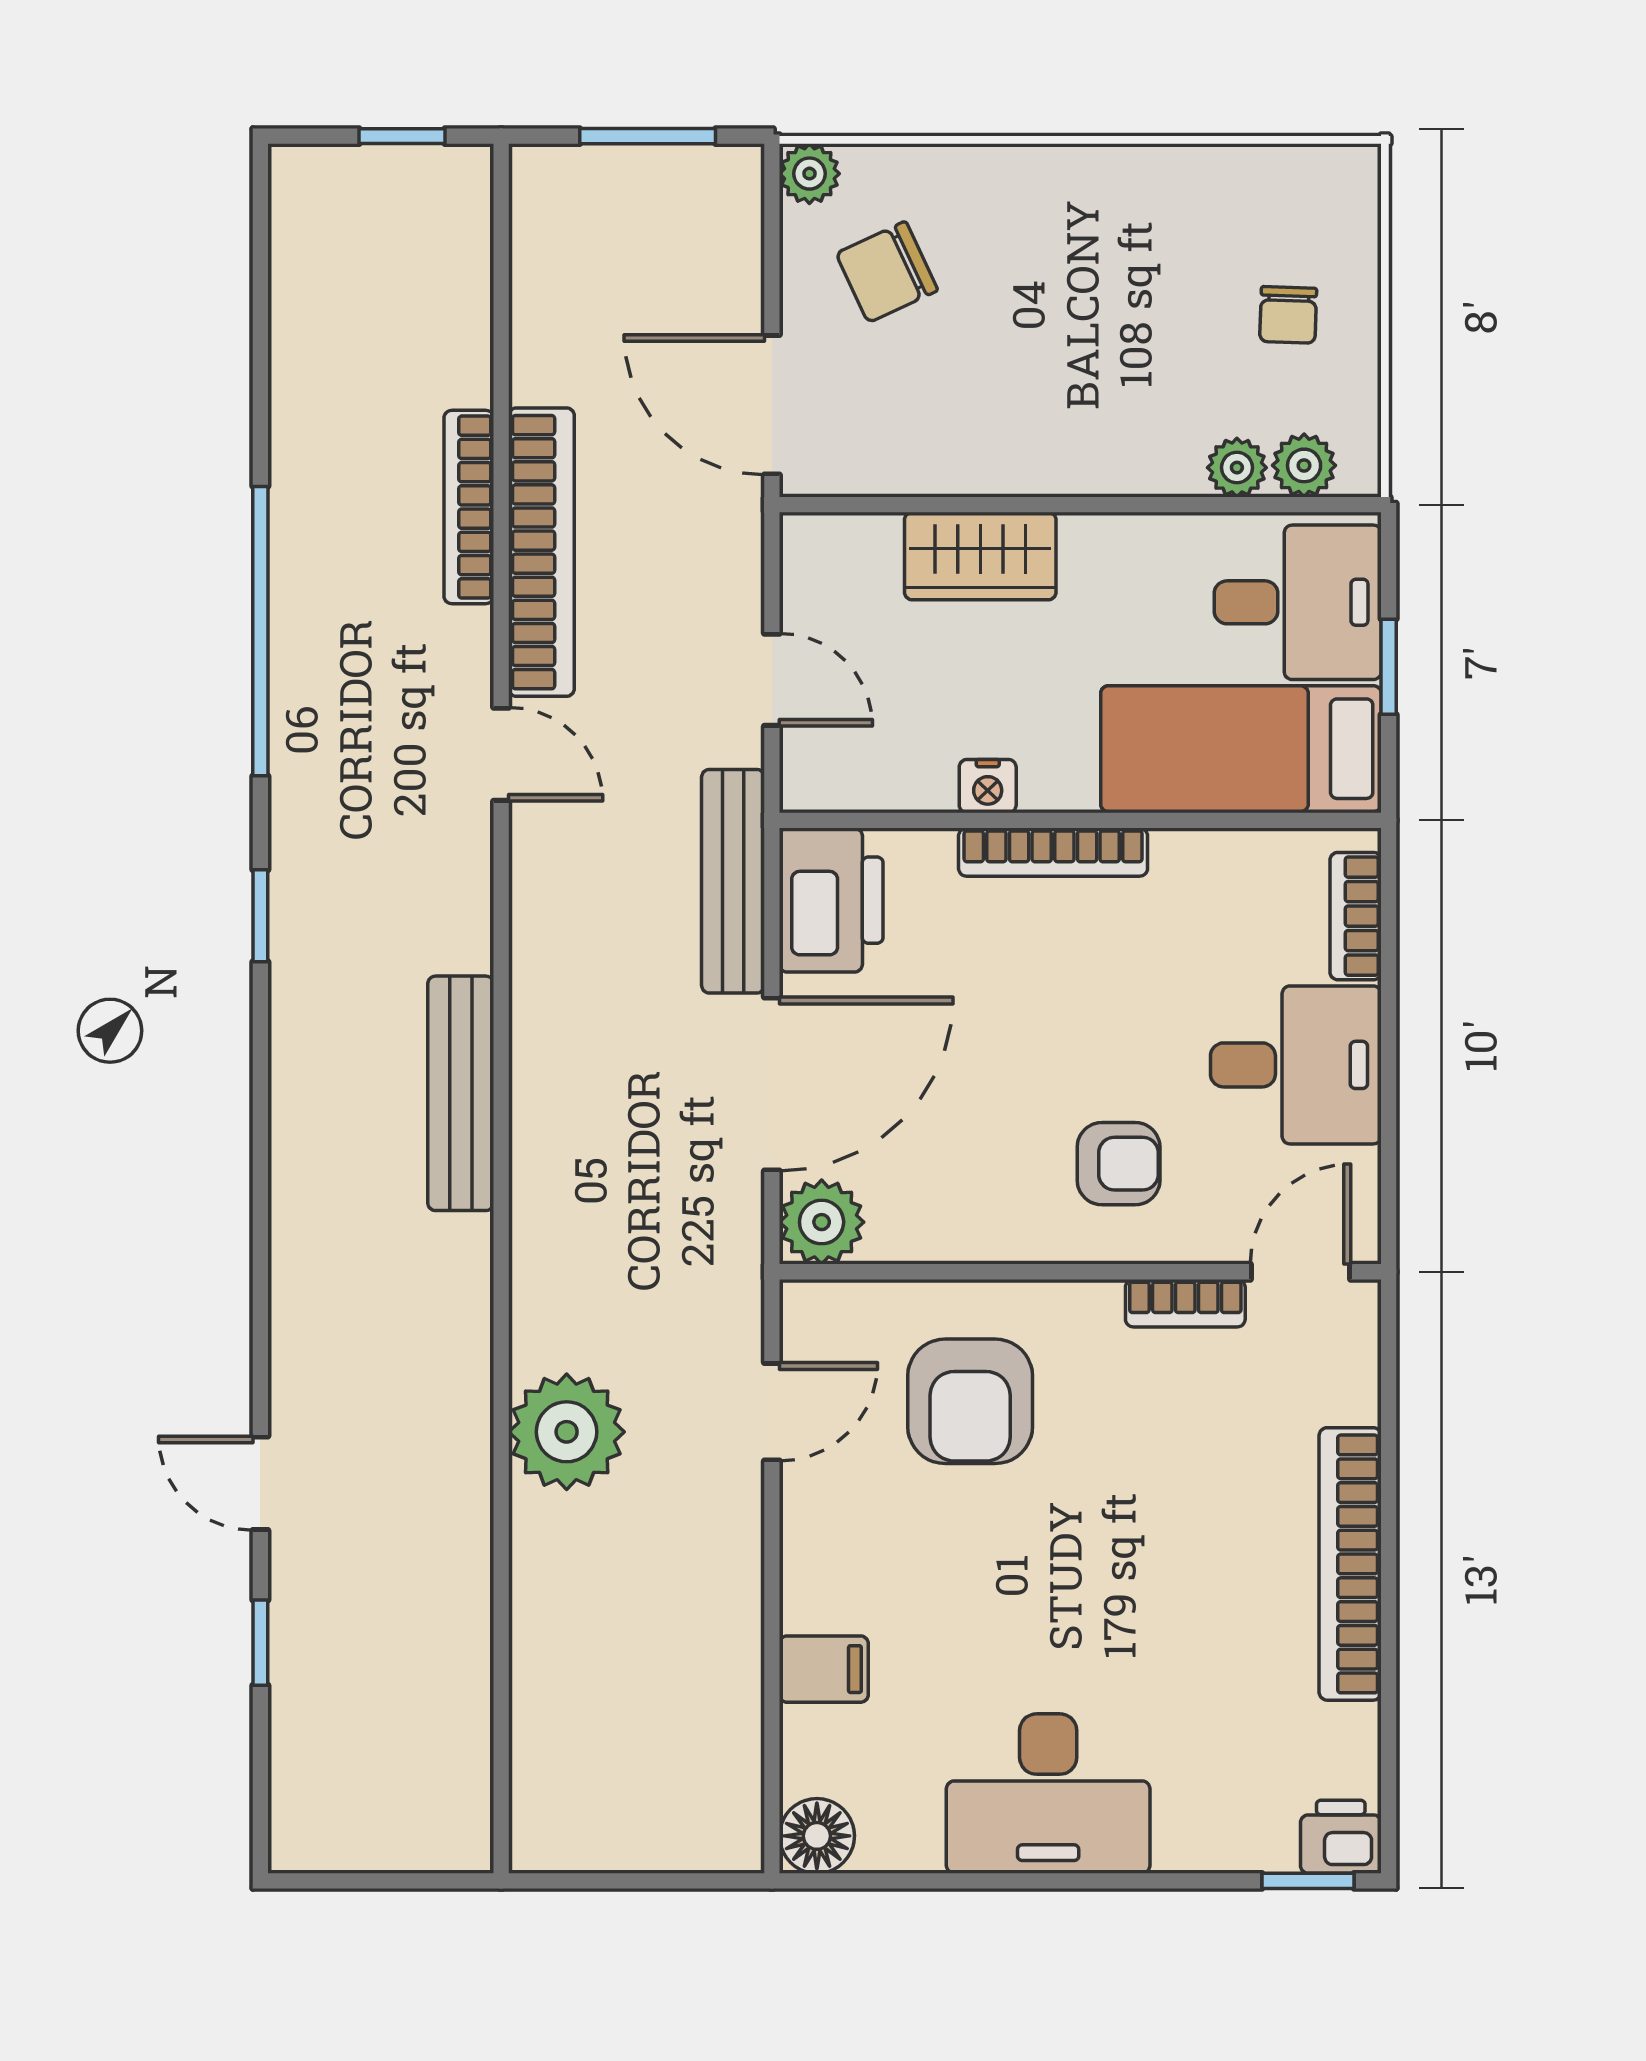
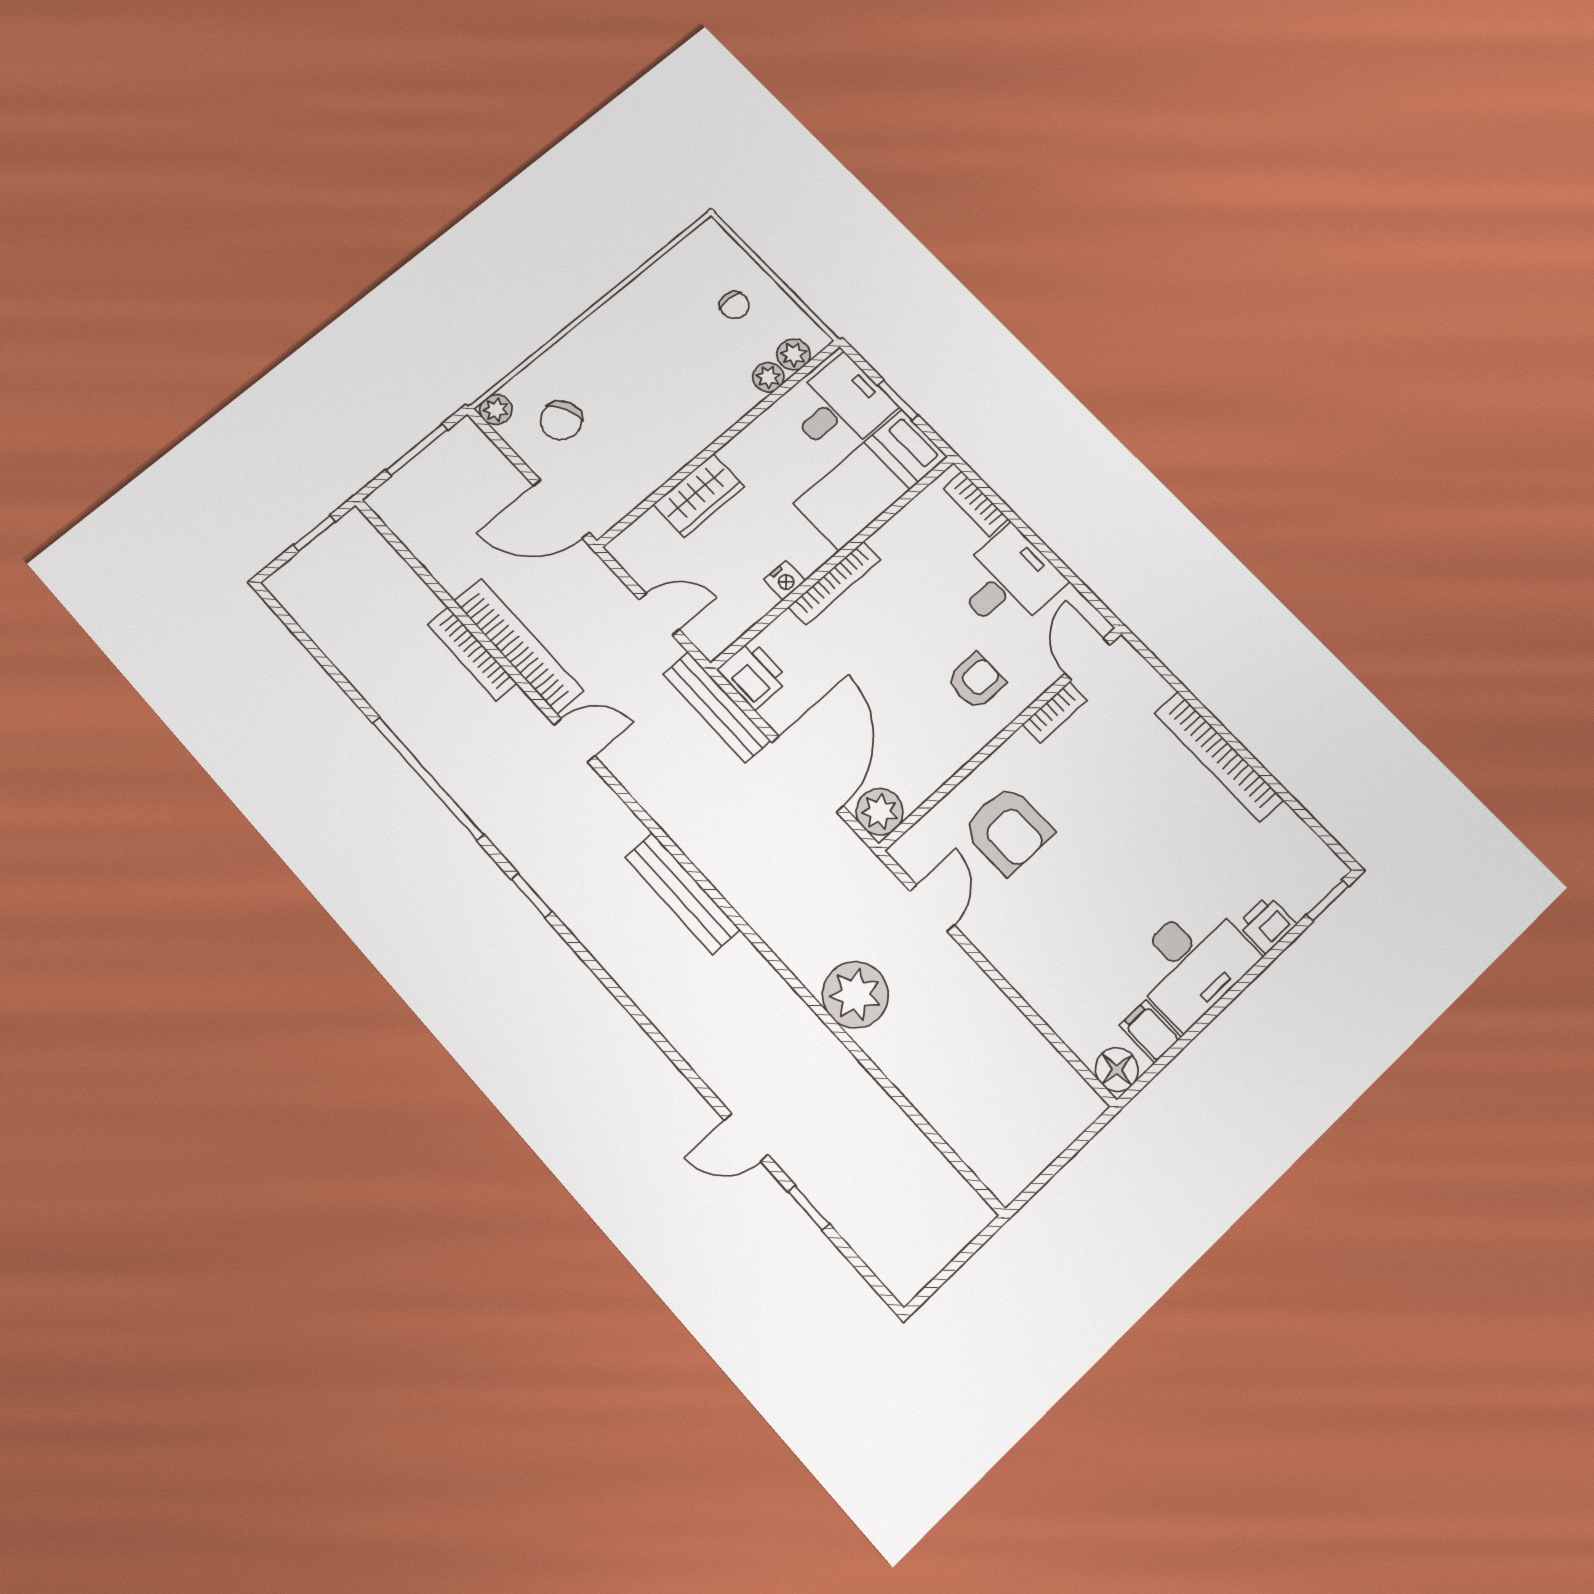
printer: (831, 900) -> (753, 675), width x0.73, depth x0.84
filing cabinet: (824, 1669) -> (1150, 1031), moved, turned -90
printer: (1341, 1837) -> (1267, 924), moved

